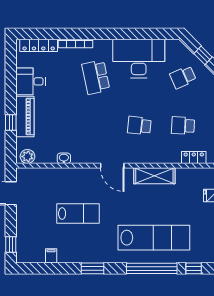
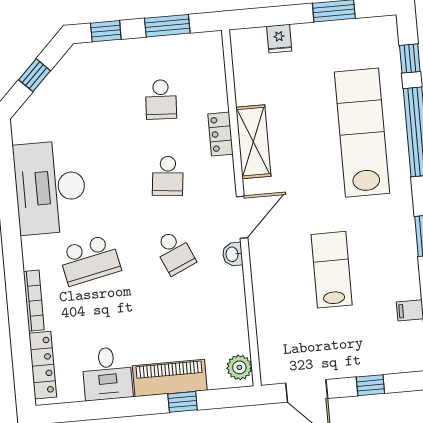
school desk: (183, 77) -> (175, 252), moved
washbasin: (64, 158) -> (233, 254), moved
locker: (194, 158) -> (220, 134), moved
window: (11, 244) -> (370, 385), moved

